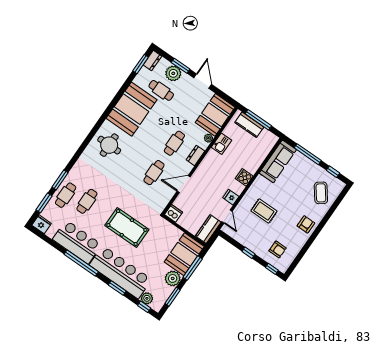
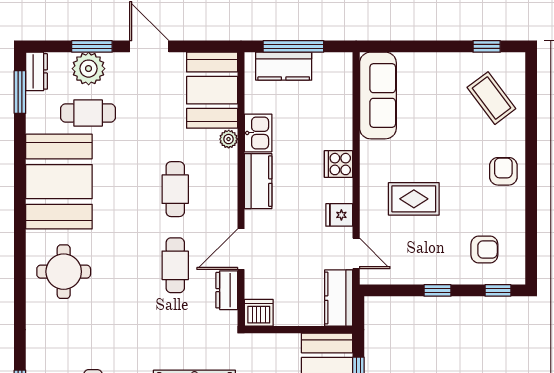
window: (308, 154) -> (421, 46), removed
dresser: (195, 155) -> (227, 290), moved
kitchen counter: (209, 162) -> (258, 181), added

